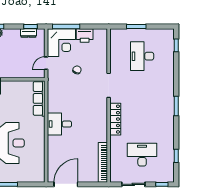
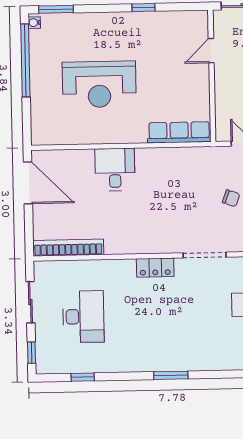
locker: (115, 119) -> (155, 268), width x0.66
desk: (59, 124) -> (115, 170), moved

